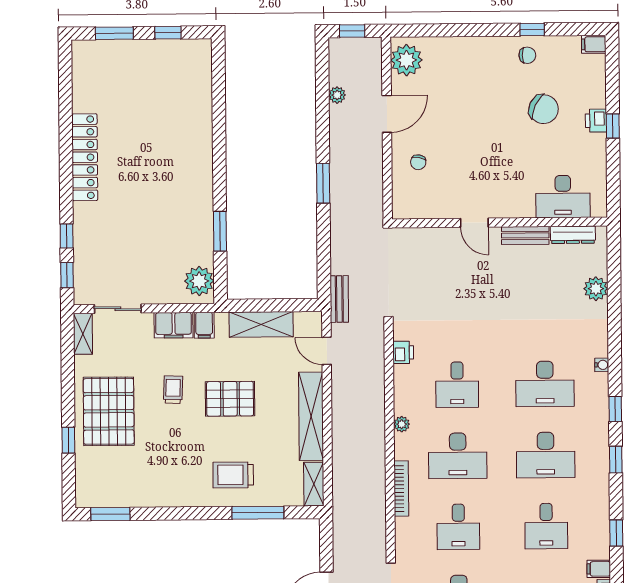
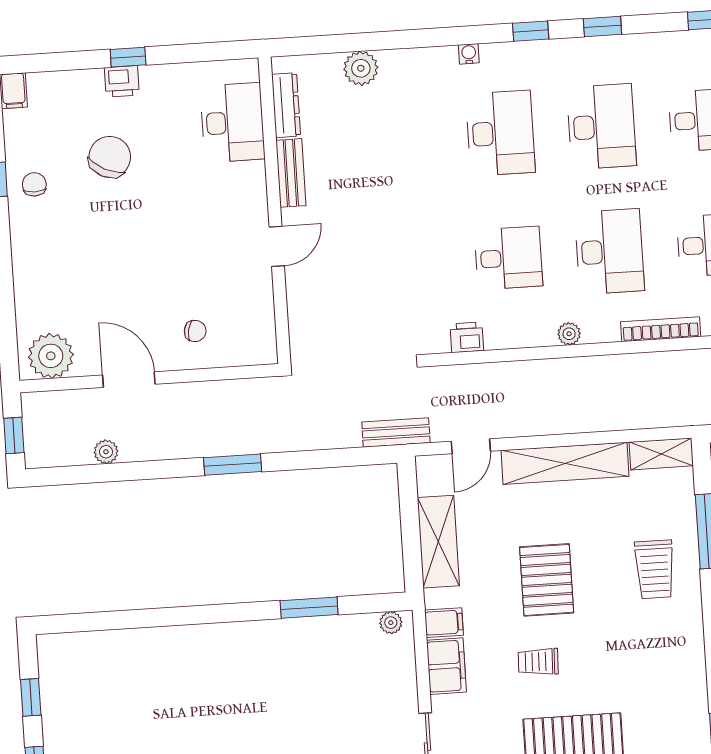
plant: (199, 281) -> (391, 623), width x0.53, depth x0.53

